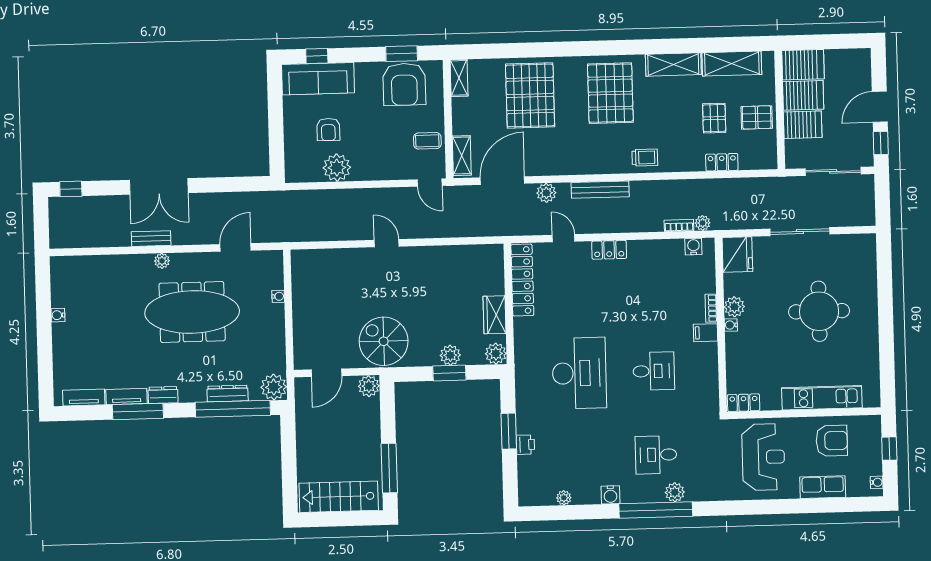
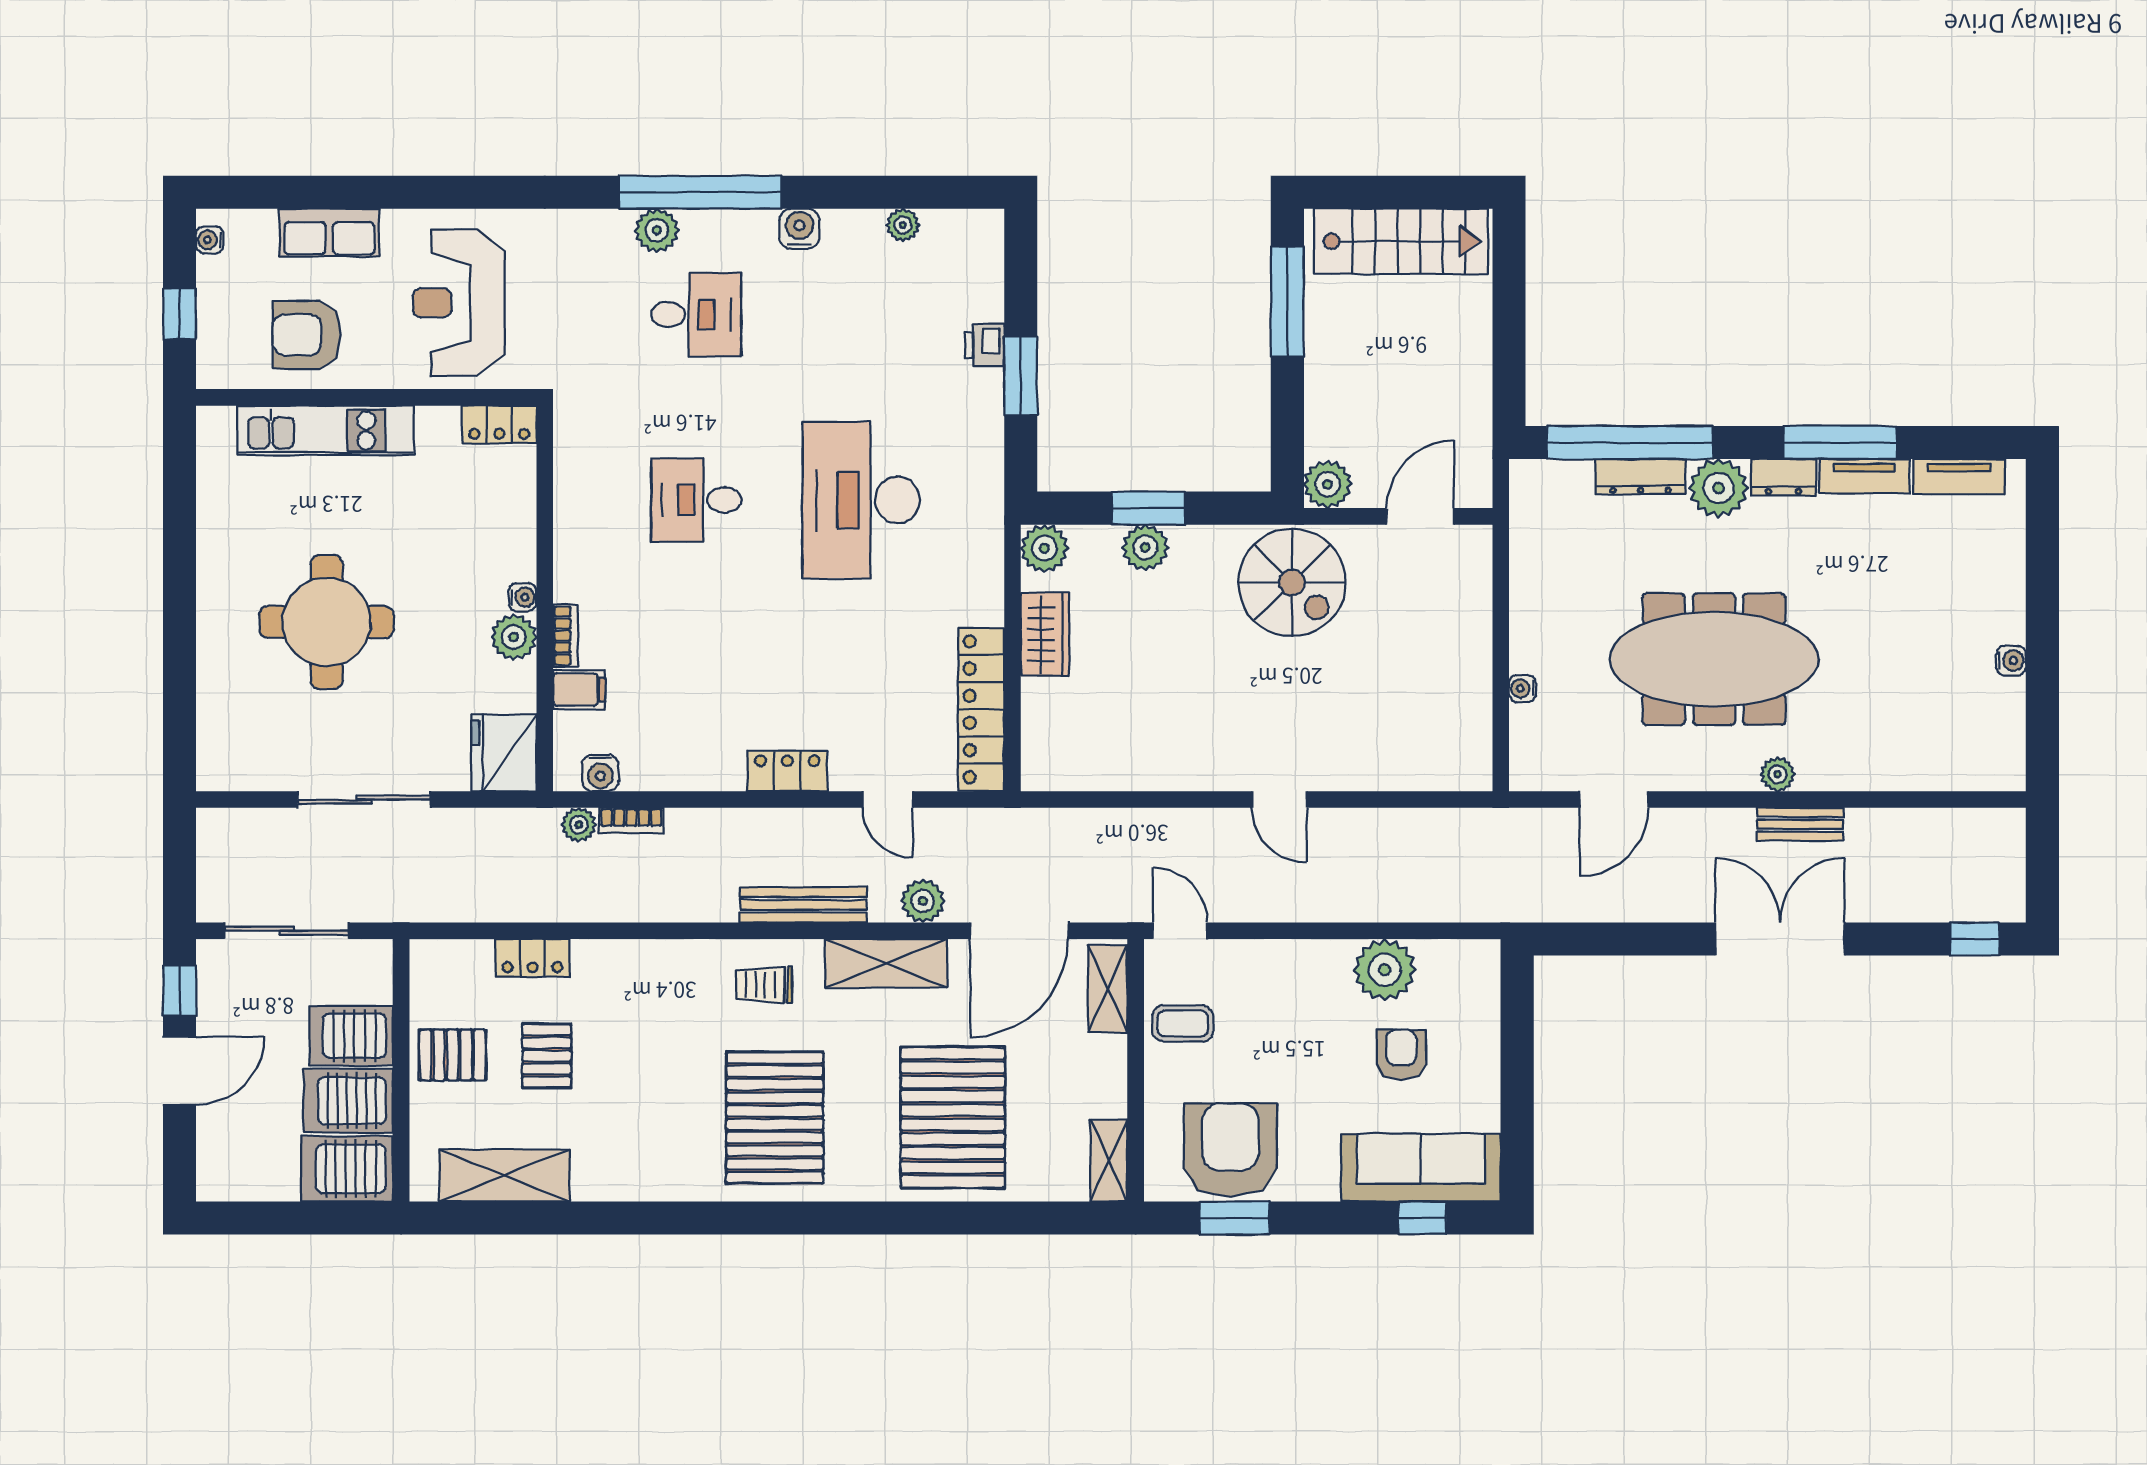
shelving: (673, 64) -> (886, 963), moved
trolley: (645, 158) -> (764, 985), moved
filing cabinet: (706, 333) -> (579, 690), moved
plant: (274, 387) -> (1719, 488), moved

